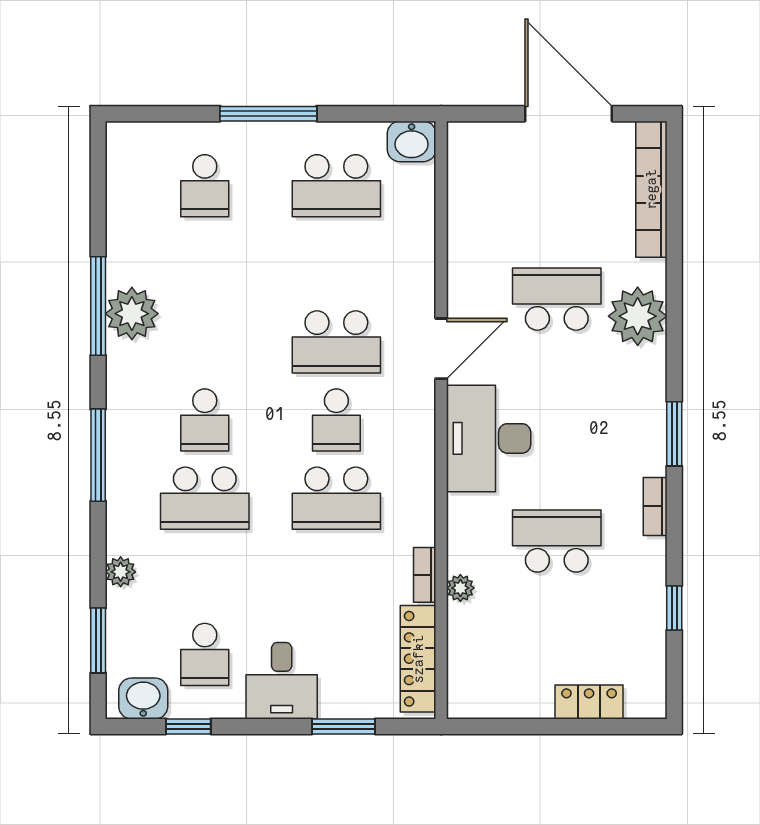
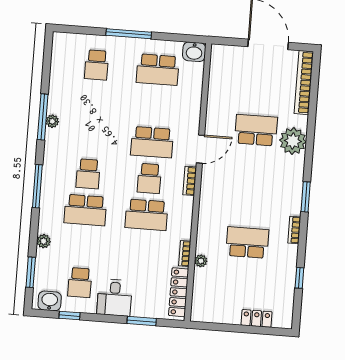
plant: (132, 314) -> (52, 121), width x0.53, depth x0.53
bookcase: (423, 419) -> (190, 181), added
desk: (489, 438) -> (219, 192), removed

